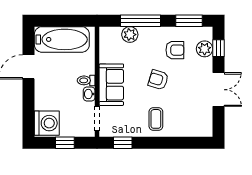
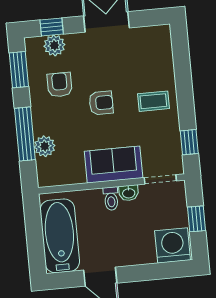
armchair: (158, 80) -> (101, 103), turned -107

